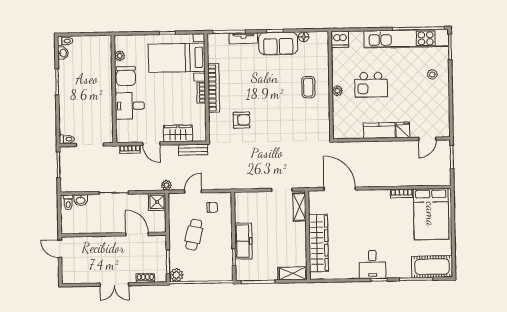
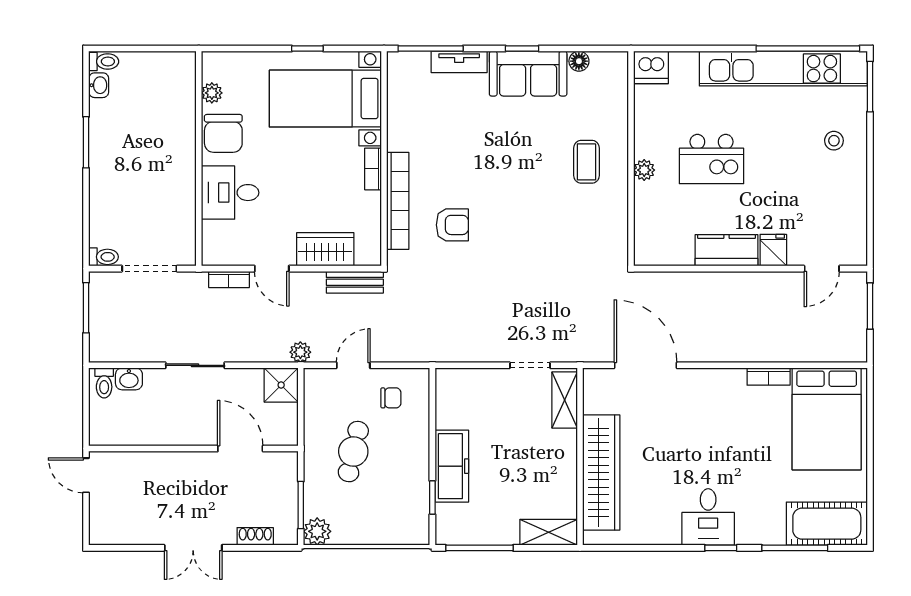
bookcase: (214, 88) -> (398, 201), moved

